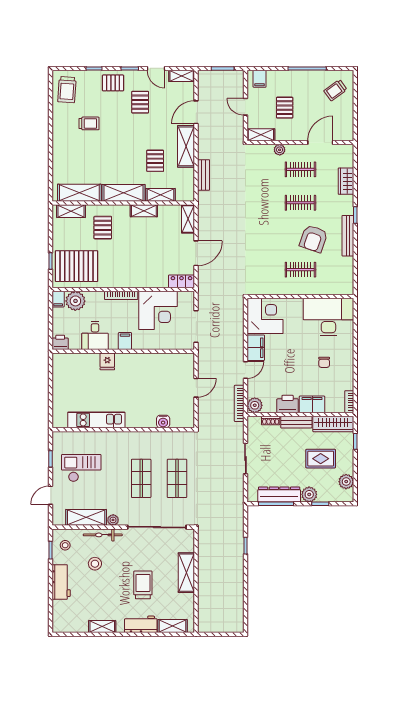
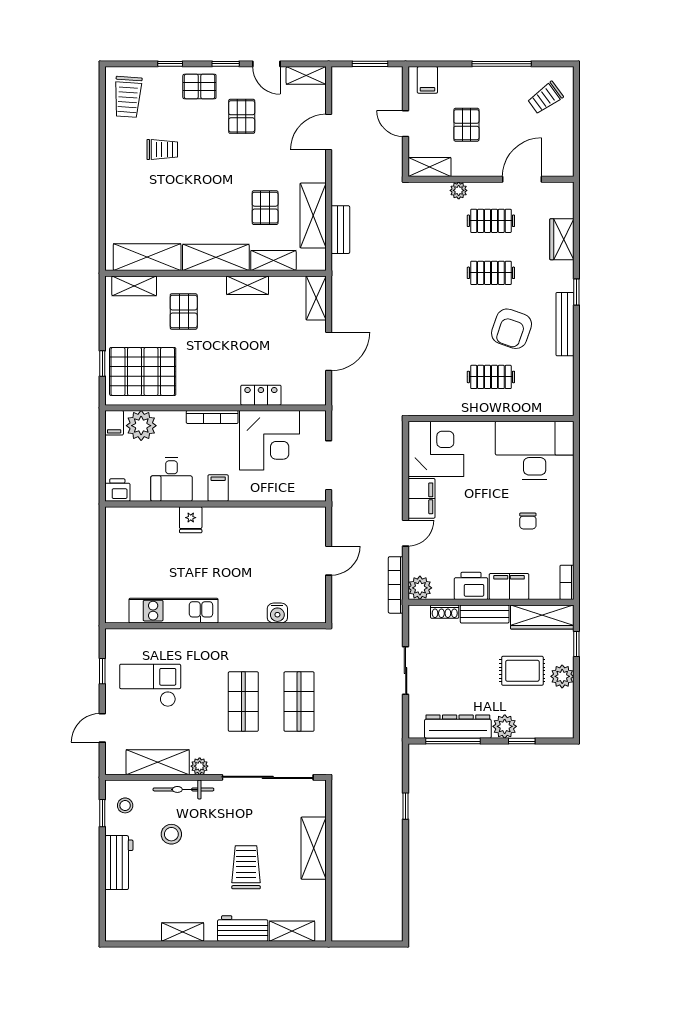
shelving: (186, 146) -> (313, 216), moved
locker: (181, 281) -> (261, 395), moved
plant: (346, 482) -> (562, 676), moved

